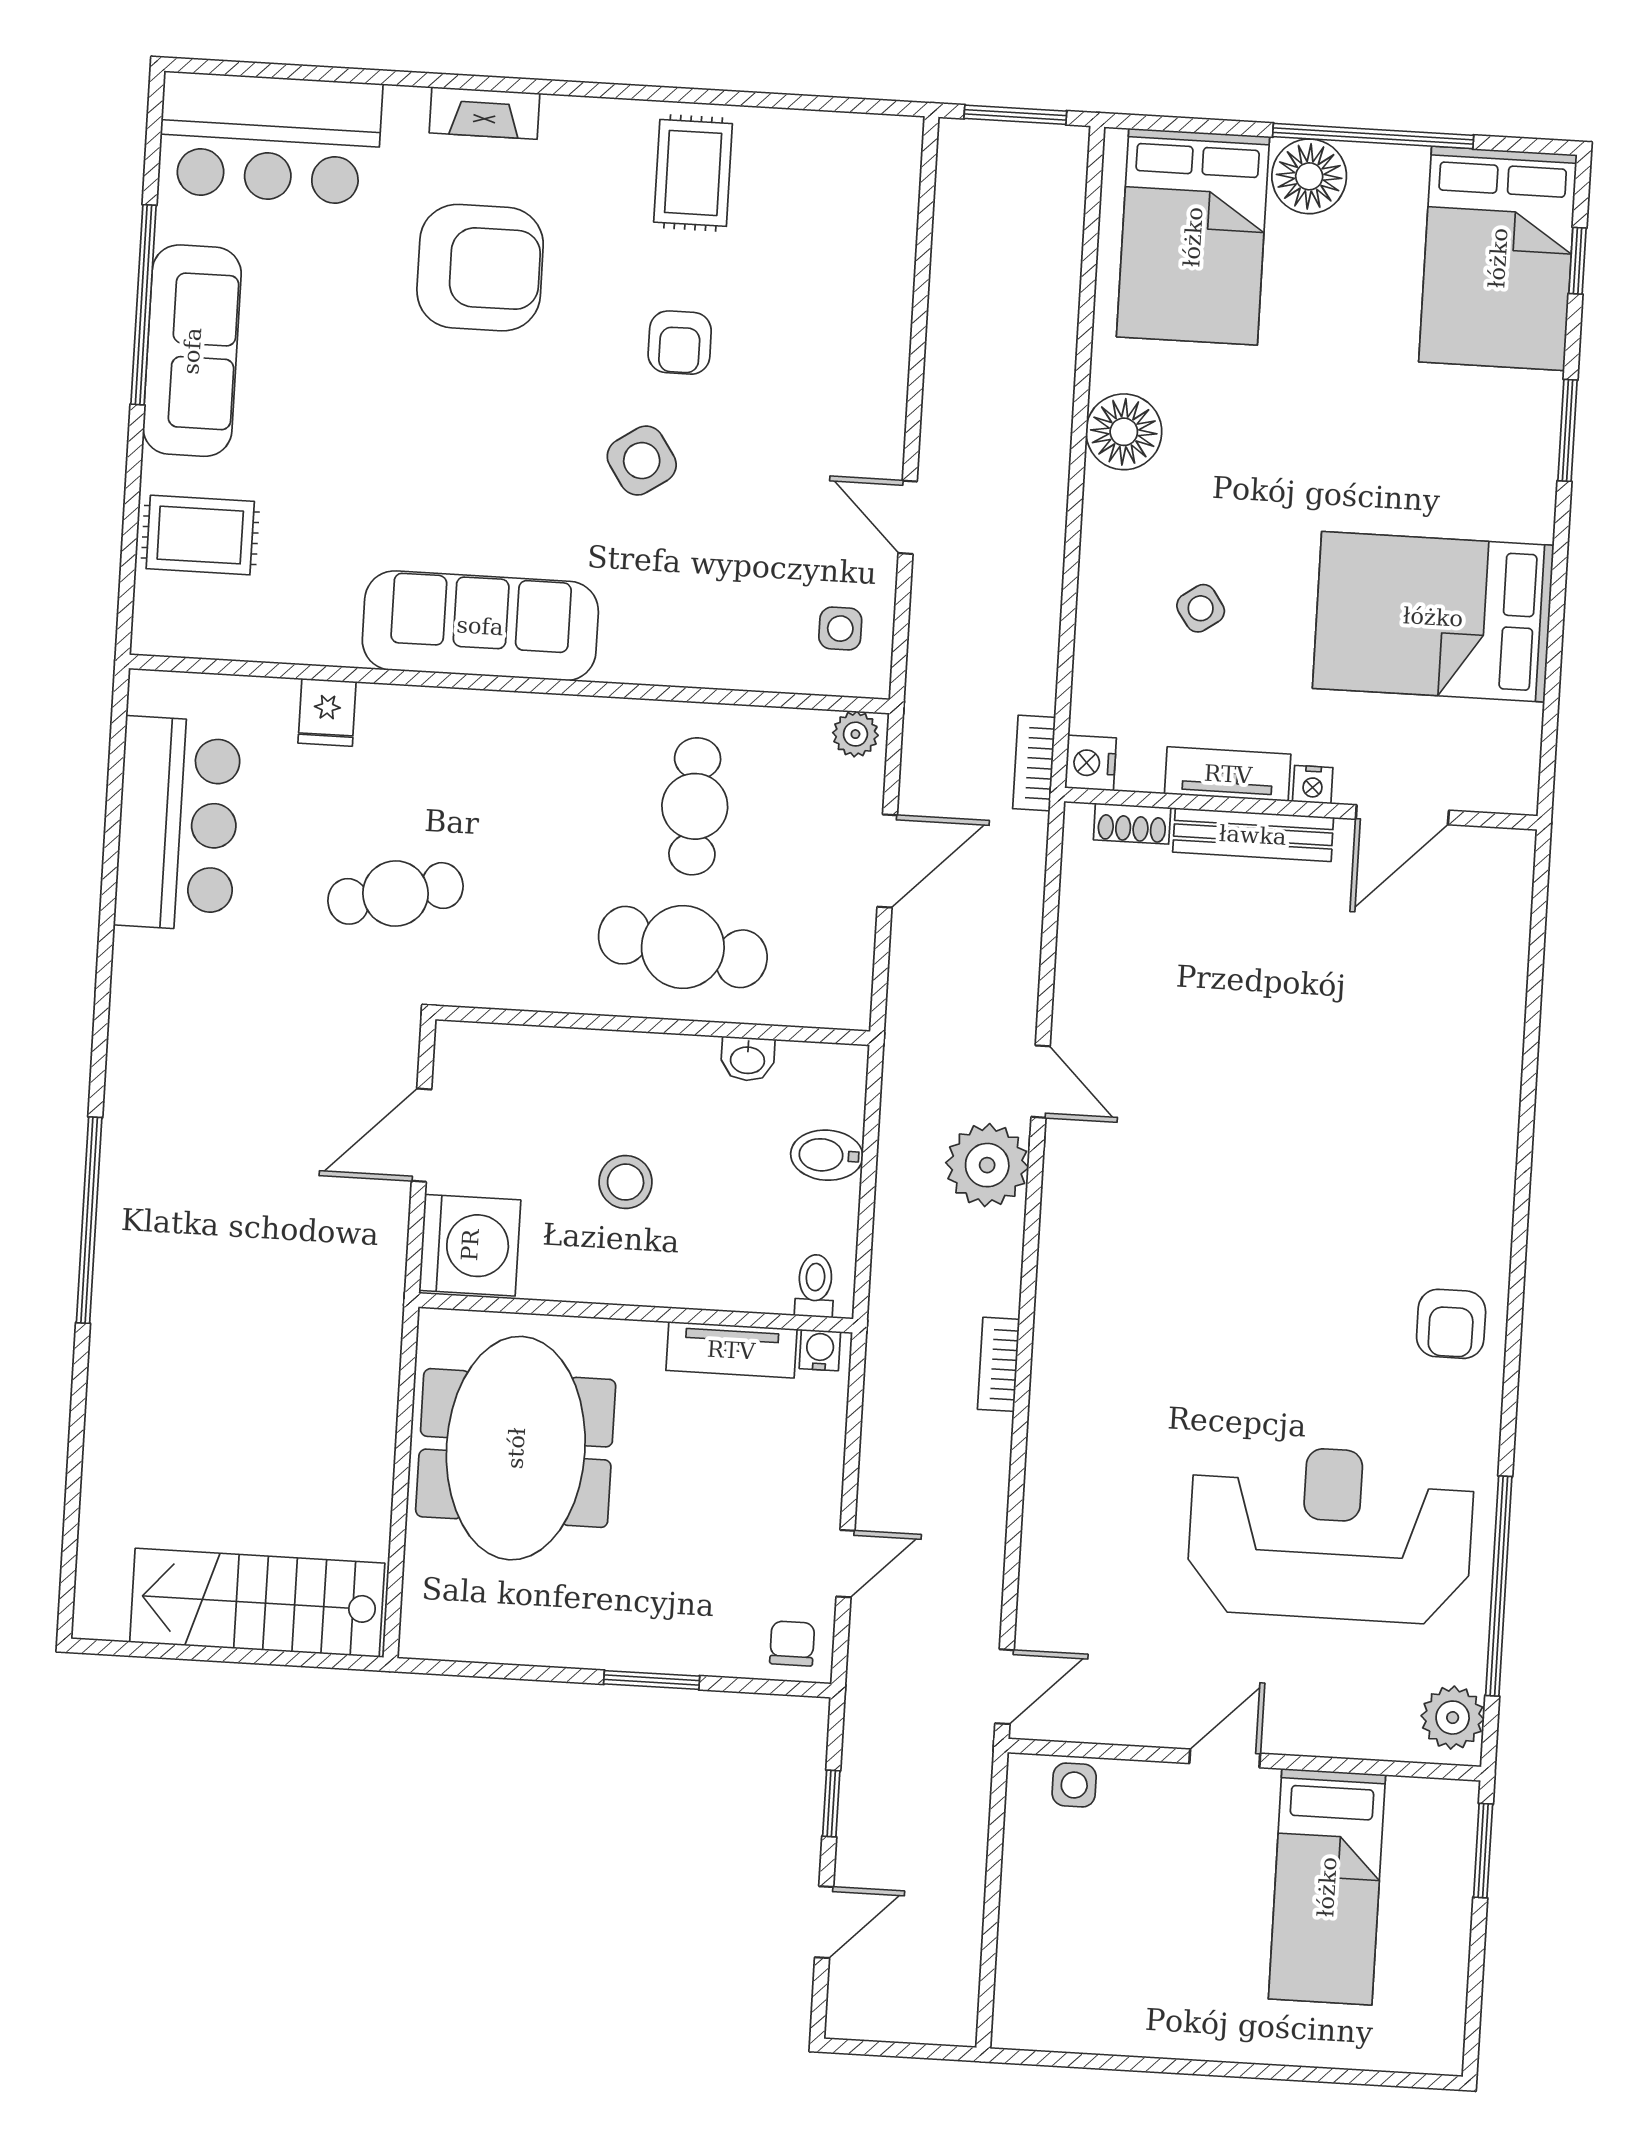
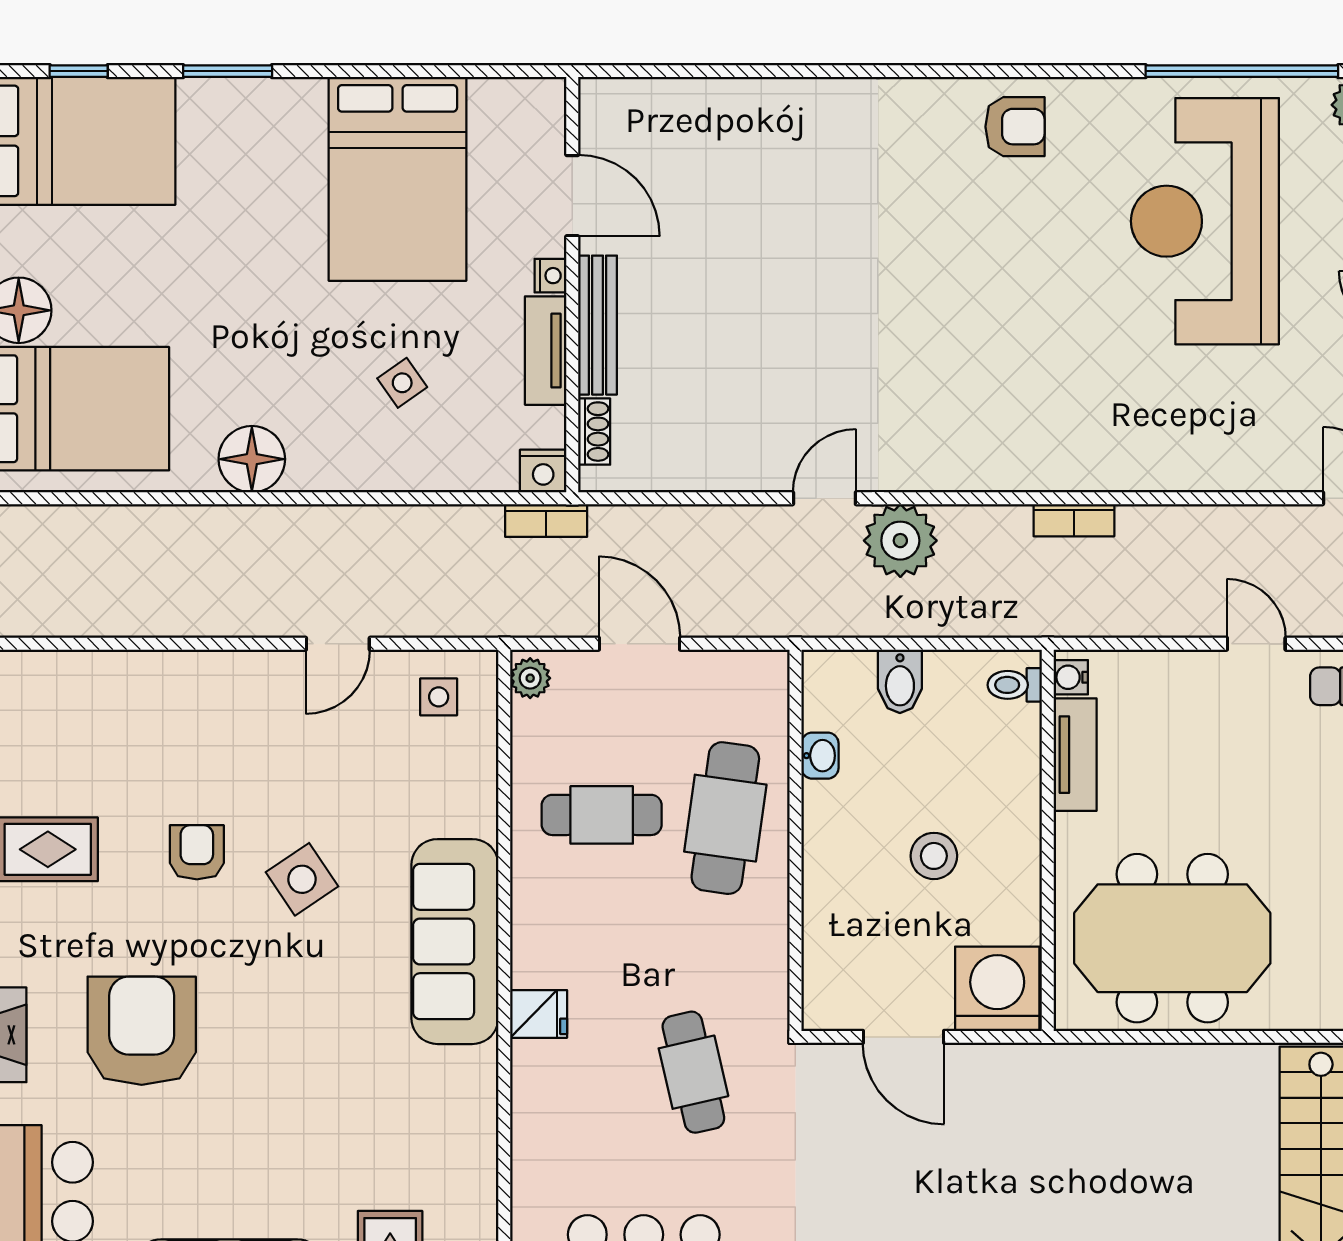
armchair: (680, 343) -> (197, 852), turned -90
sofa: (480, 626) -> (455, 942), moved
fridge: (327, 712) -> (539, 1014), moved

